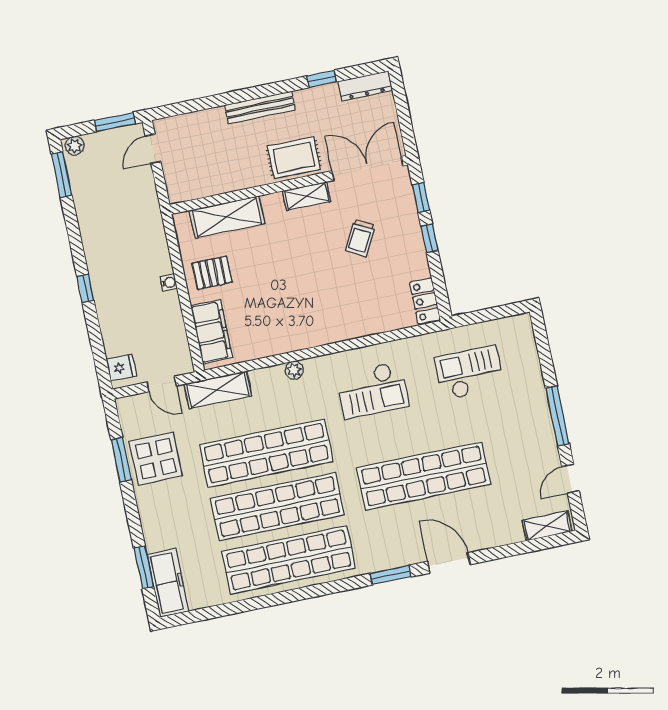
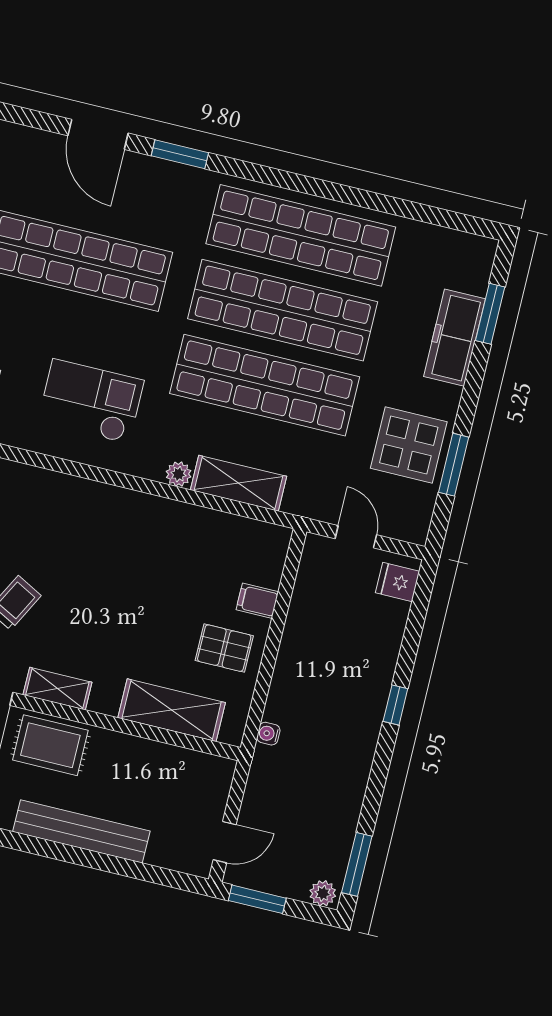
bench: (260, 107) -> (81, 831), width x1.37, depth x1.21
water cooler: (169, 283) -> (268, 734), moved
filing cabinet: (212, 332) -> (257, 601), width x0.33, depth x0.86
shelving: (218, 390) -> (239, 483), moved
freezer: (168, 583) -> (454, 338), moved

